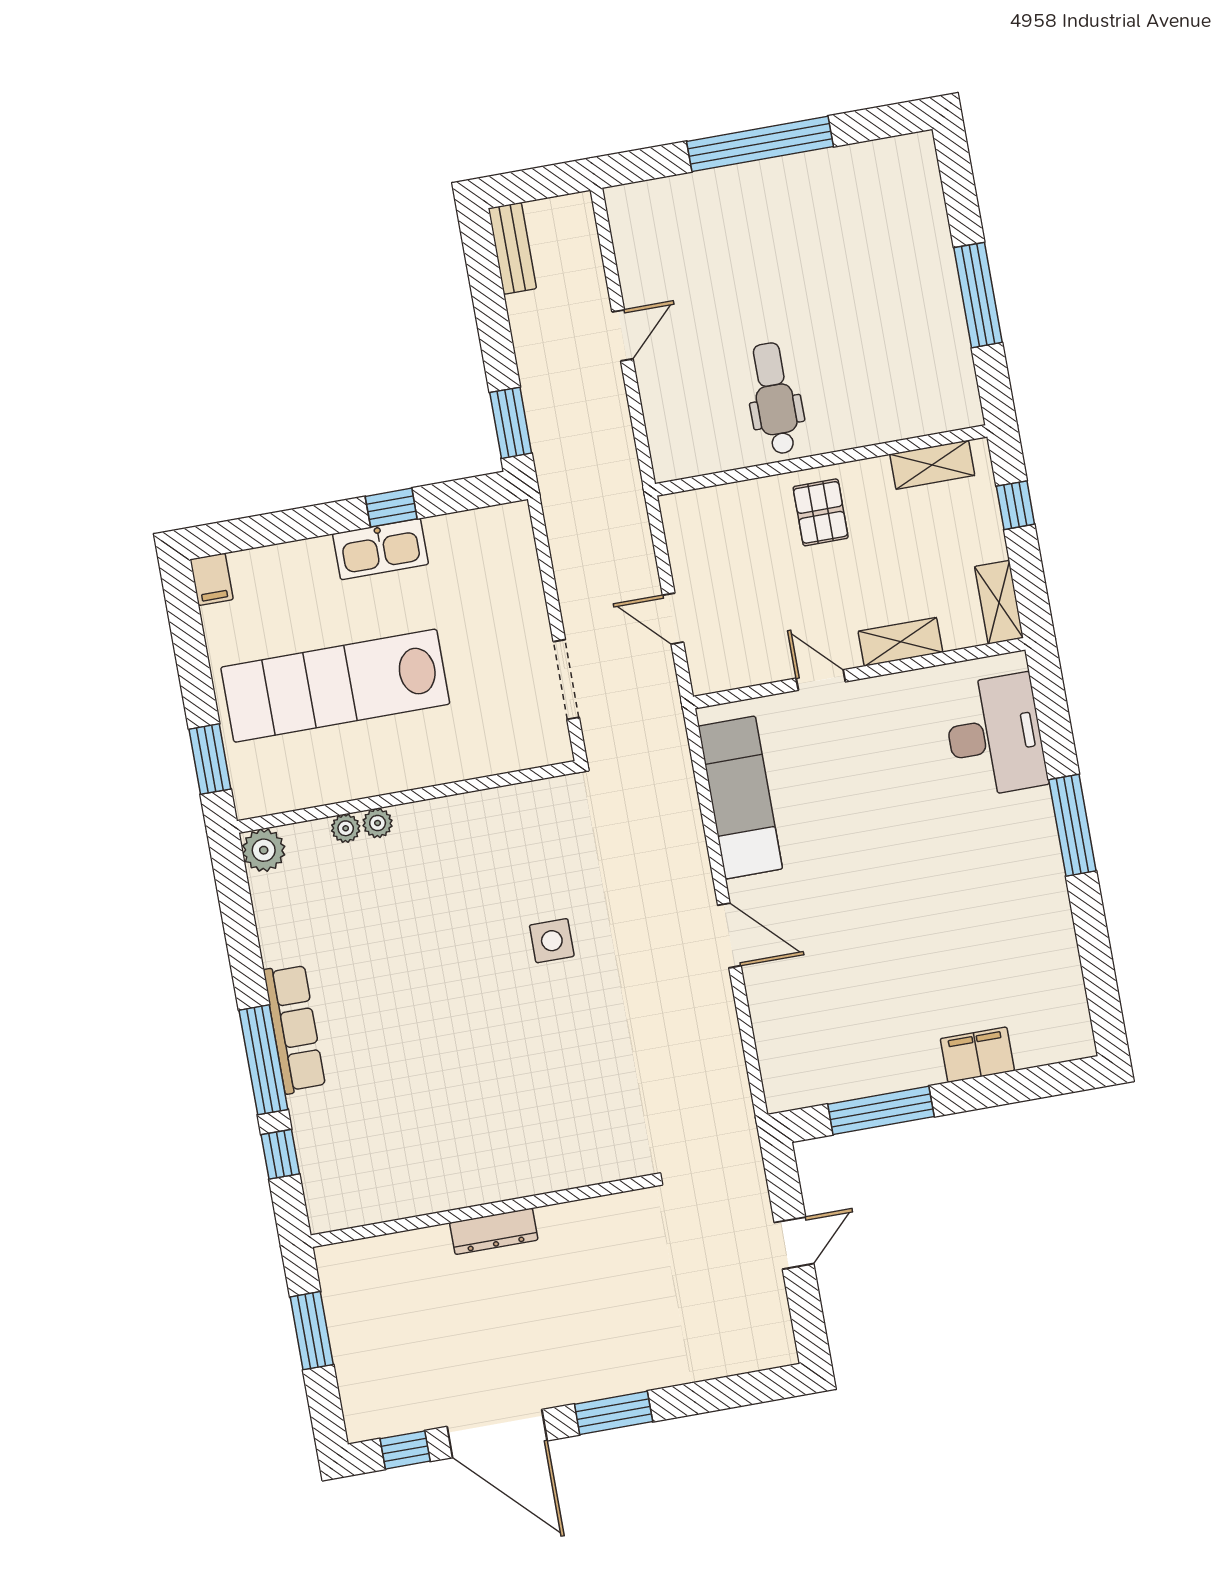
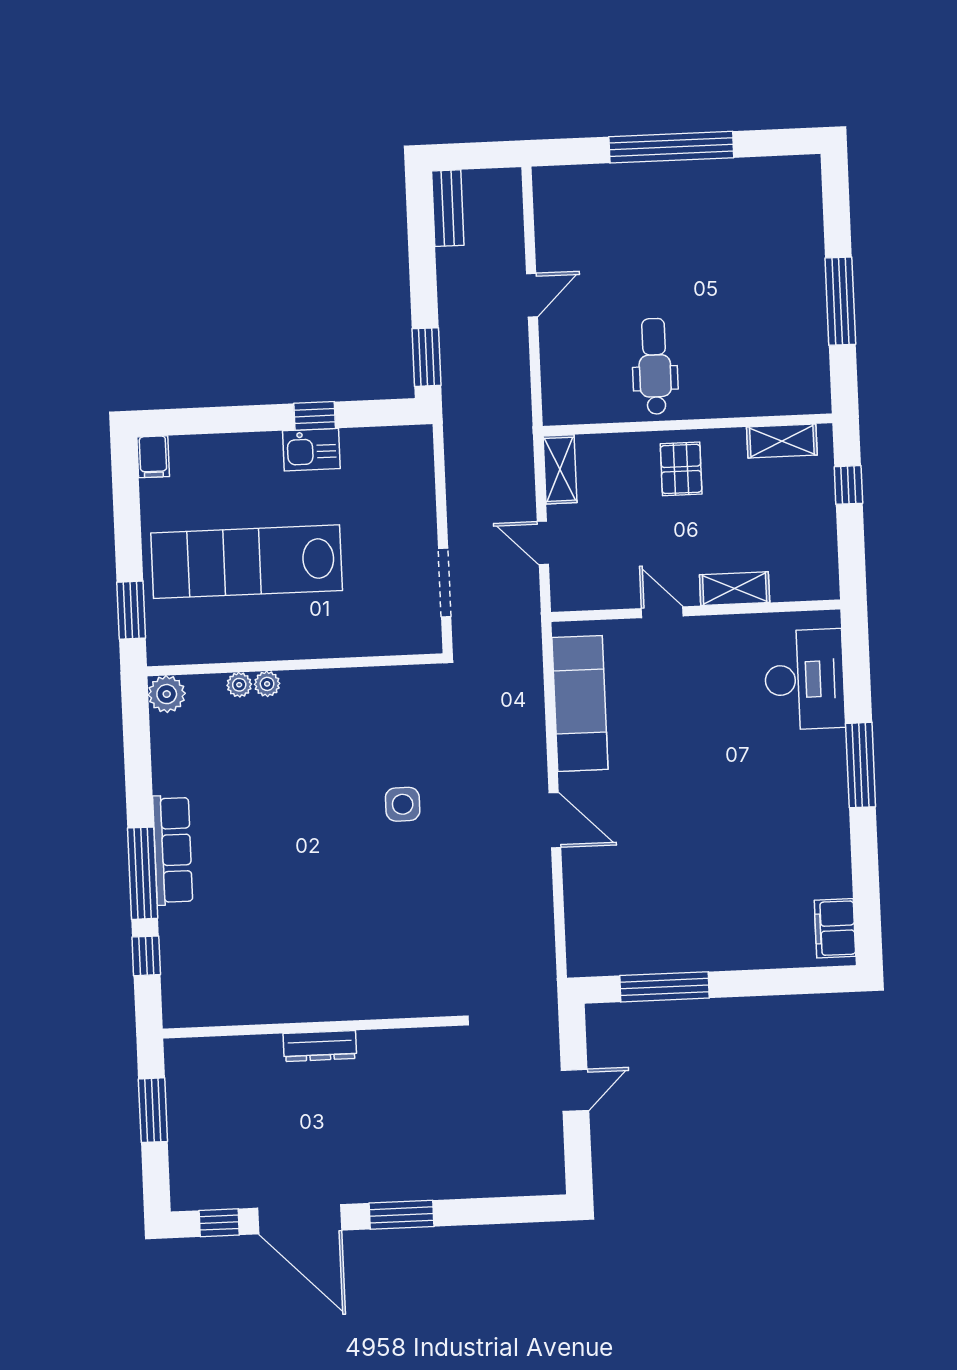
kitchen sink: (381, 549) -> (311, 450), width x0.73
shelving: (999, 602) -> (560, 469), moved
filing cabinet: (977, 1055) -> (835, 928), moved, turned -90

